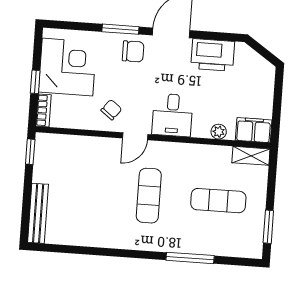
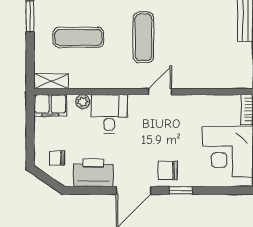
window: (120, 29) -> (181, 190), width x0.67
chair: (111, 110) -> (57, 158), moved, turned 52
desk: (172, 115) -> (109, 114), moved

